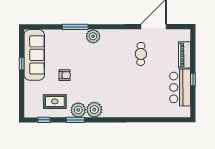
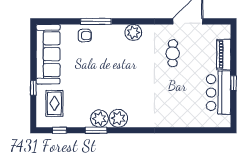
plant: (93, 36) -> (133, 33), moved
window: (22, 64) -> (33, 88), moved
armchair: (65, 75) -> (85, 36), moved
rug: (55, 101) -> (54, 103), moved, turned 90

